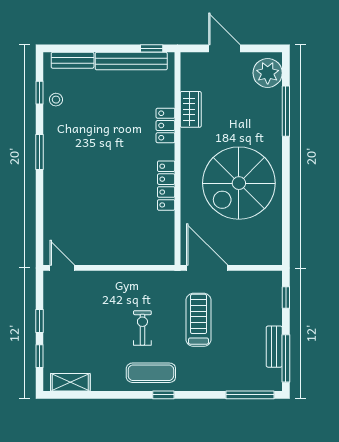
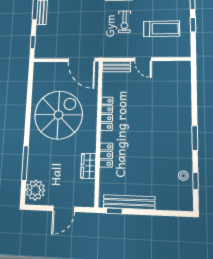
door: (224, 48) -> (64, 209), hinge flipped
bench: (73, 60) -> (116, 67), moved
door: (62, 268) -> (143, 59), moved
treadmill: (199, 320) -> (162, 29), moved, turned -90

